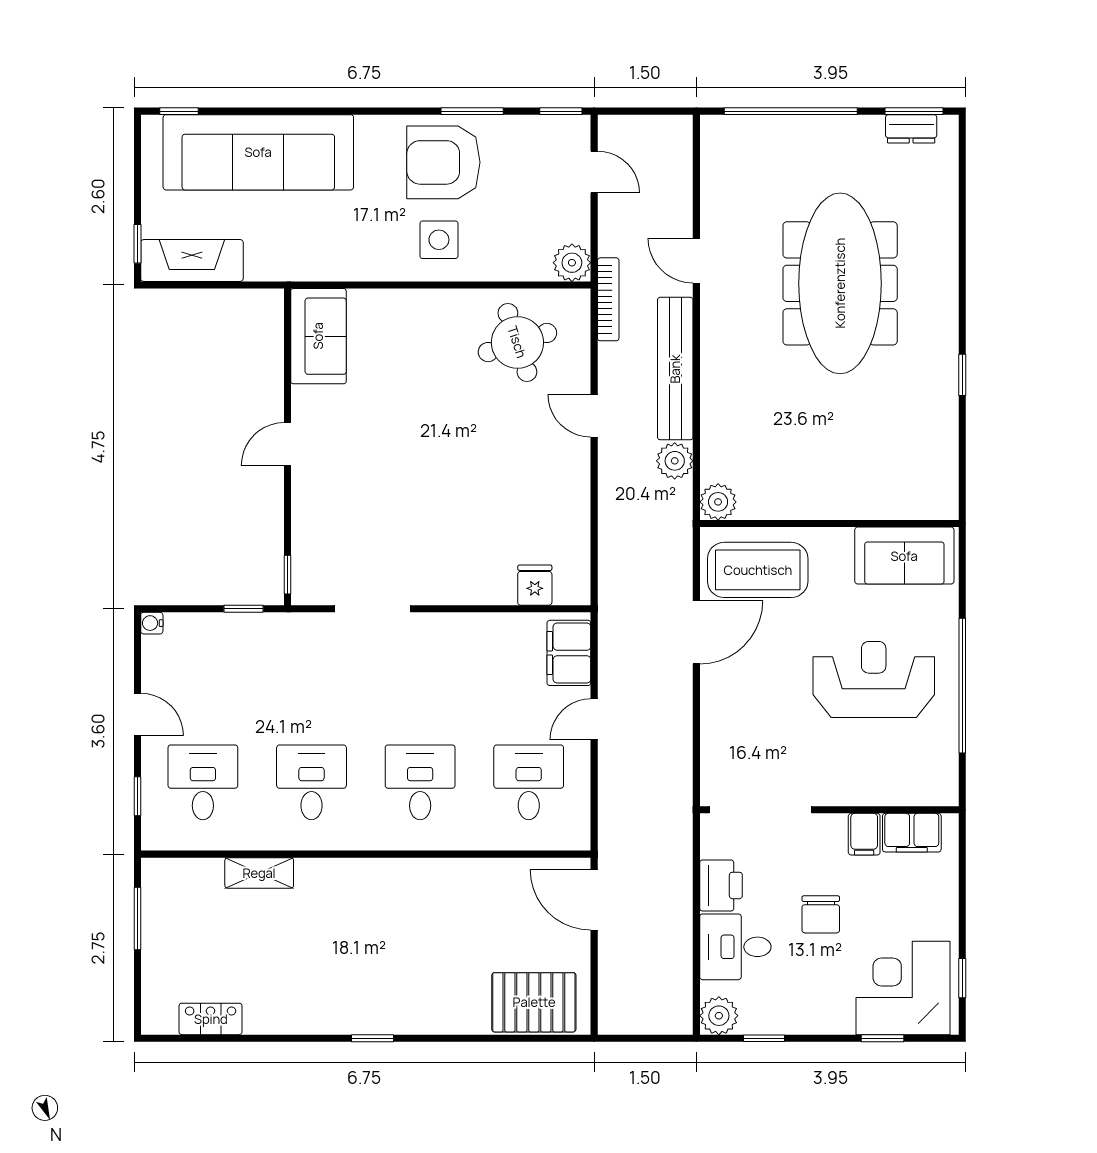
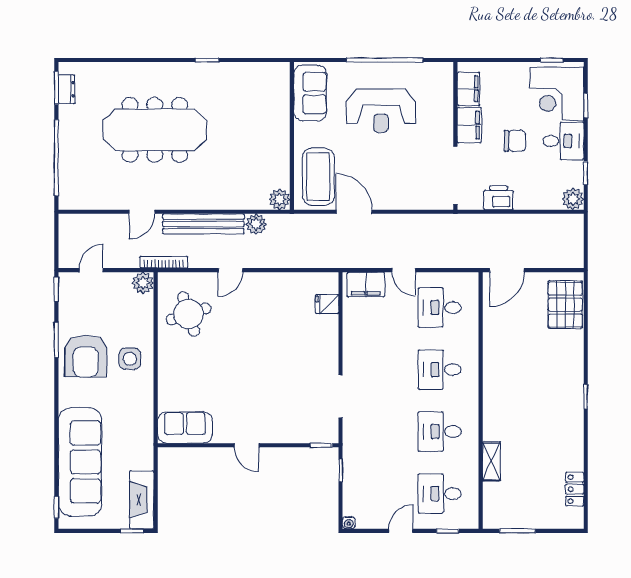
reception desk: (874, 679) -> (381, 111), turned -90
filing cabinet: (864, 834) -> (469, 125), width x2.00
desk: (735, 947) -> (563, 141), moved, turned -90

